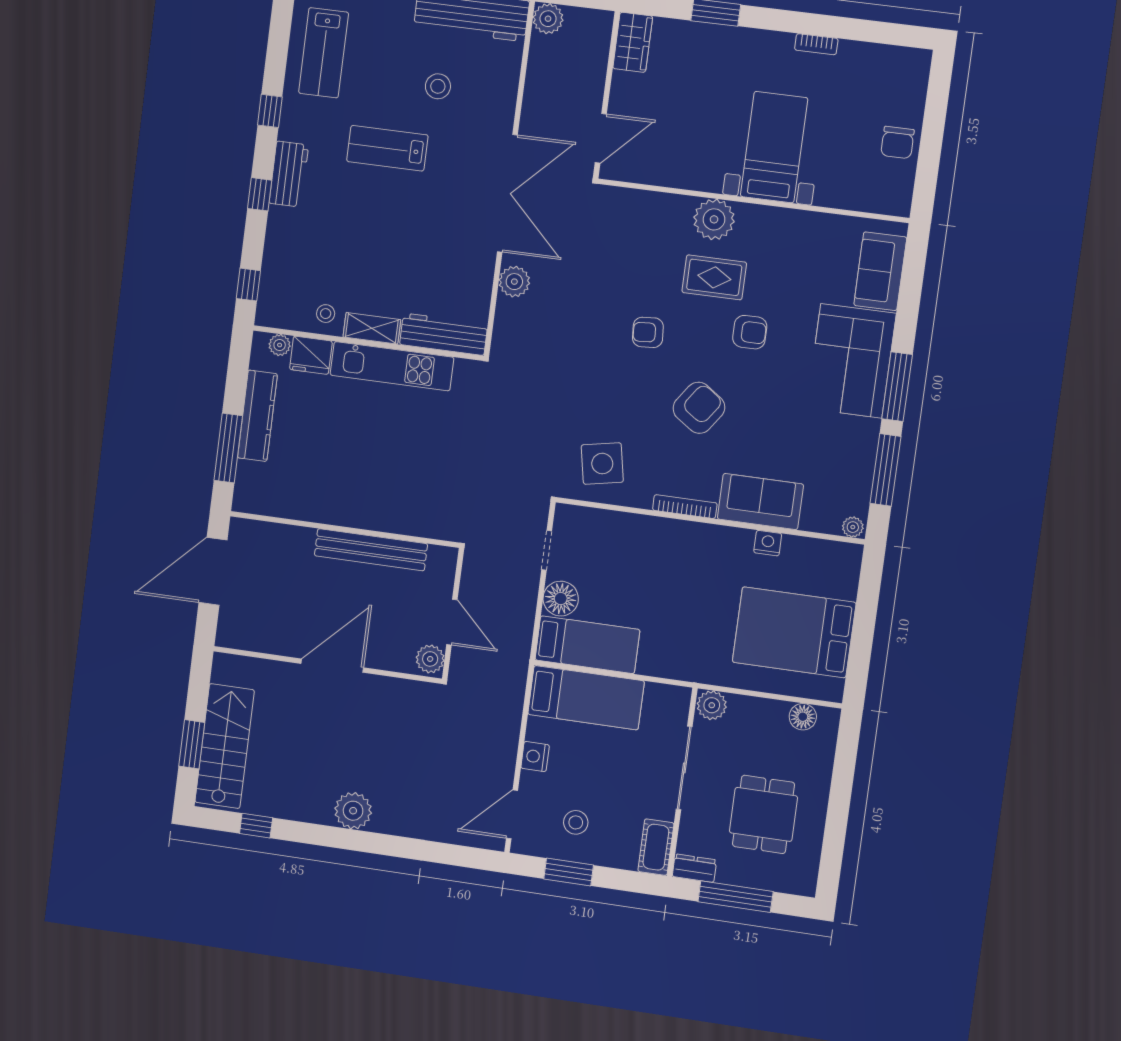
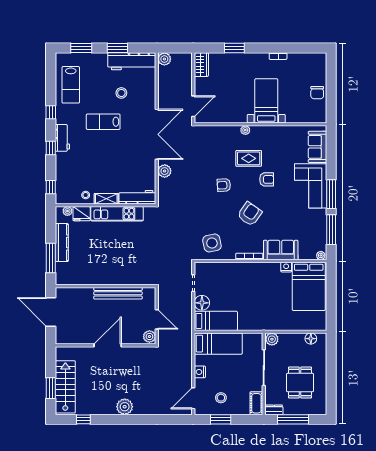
plant: (714, 219) -> (245, 130), width x0.53, depth x0.53
door: (213, 571) -> (51, 312), hinge flipped
bed: (794, 632) -> (309, 286), moved, turned -90

